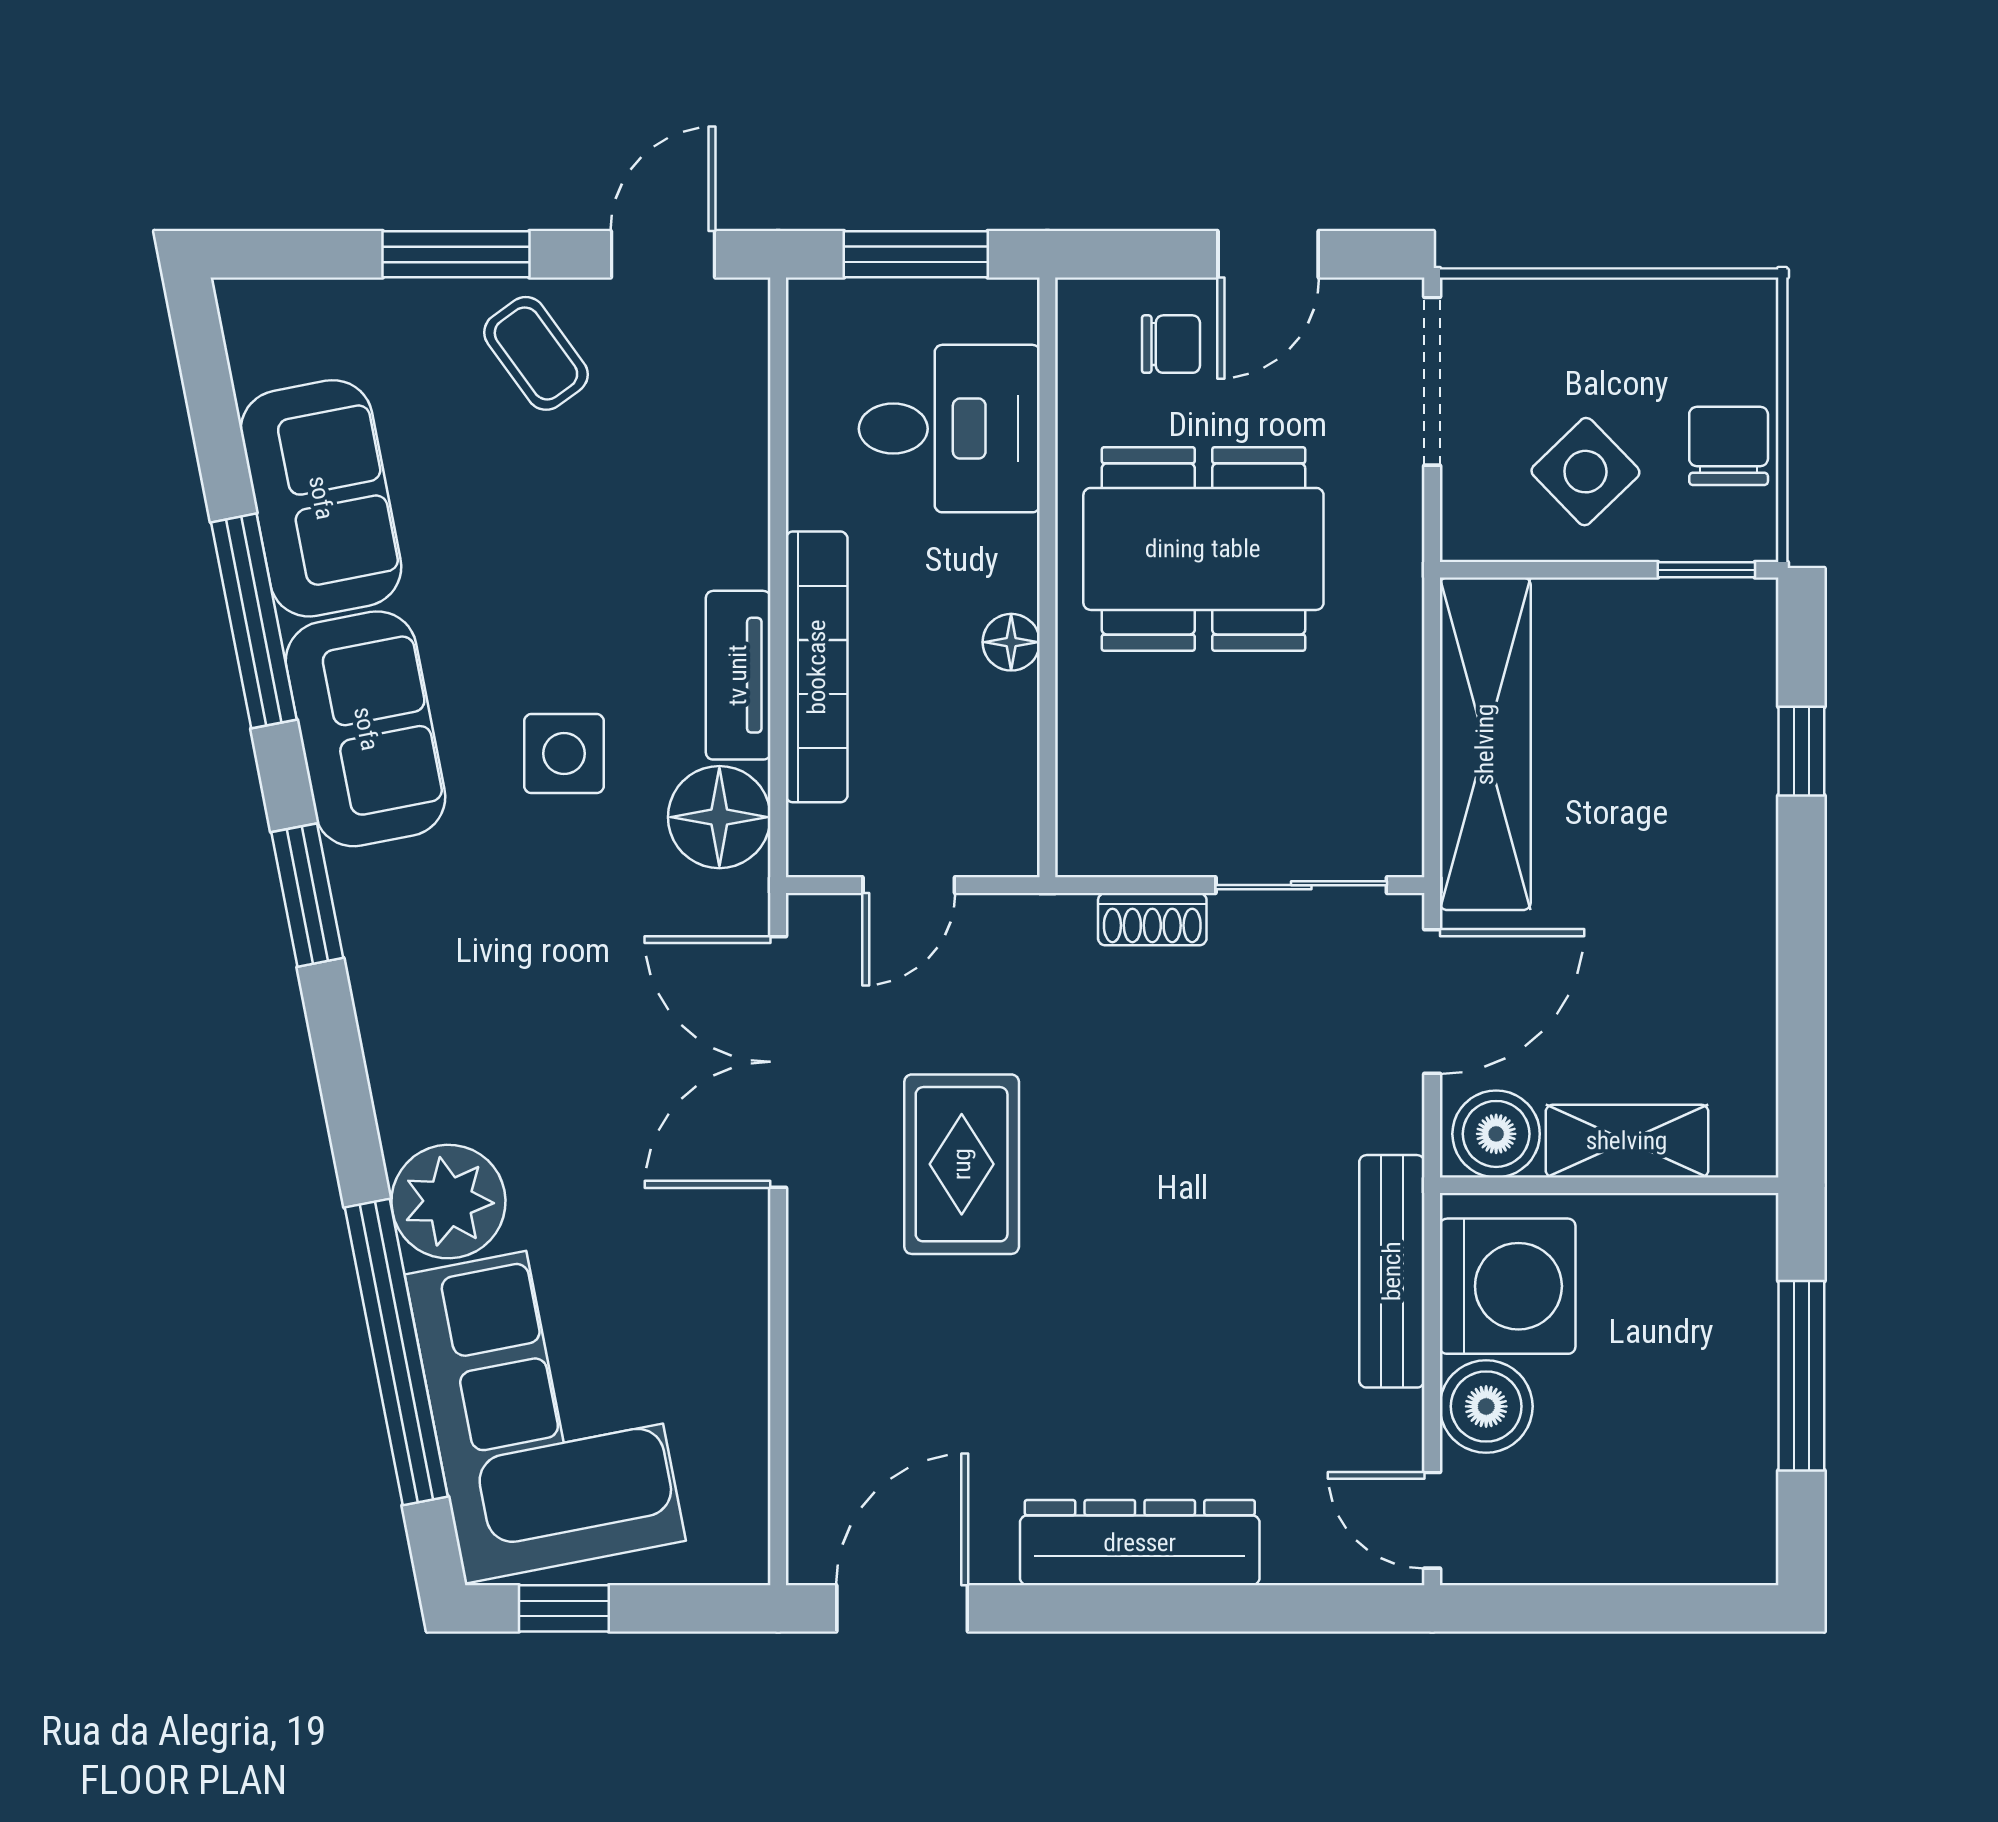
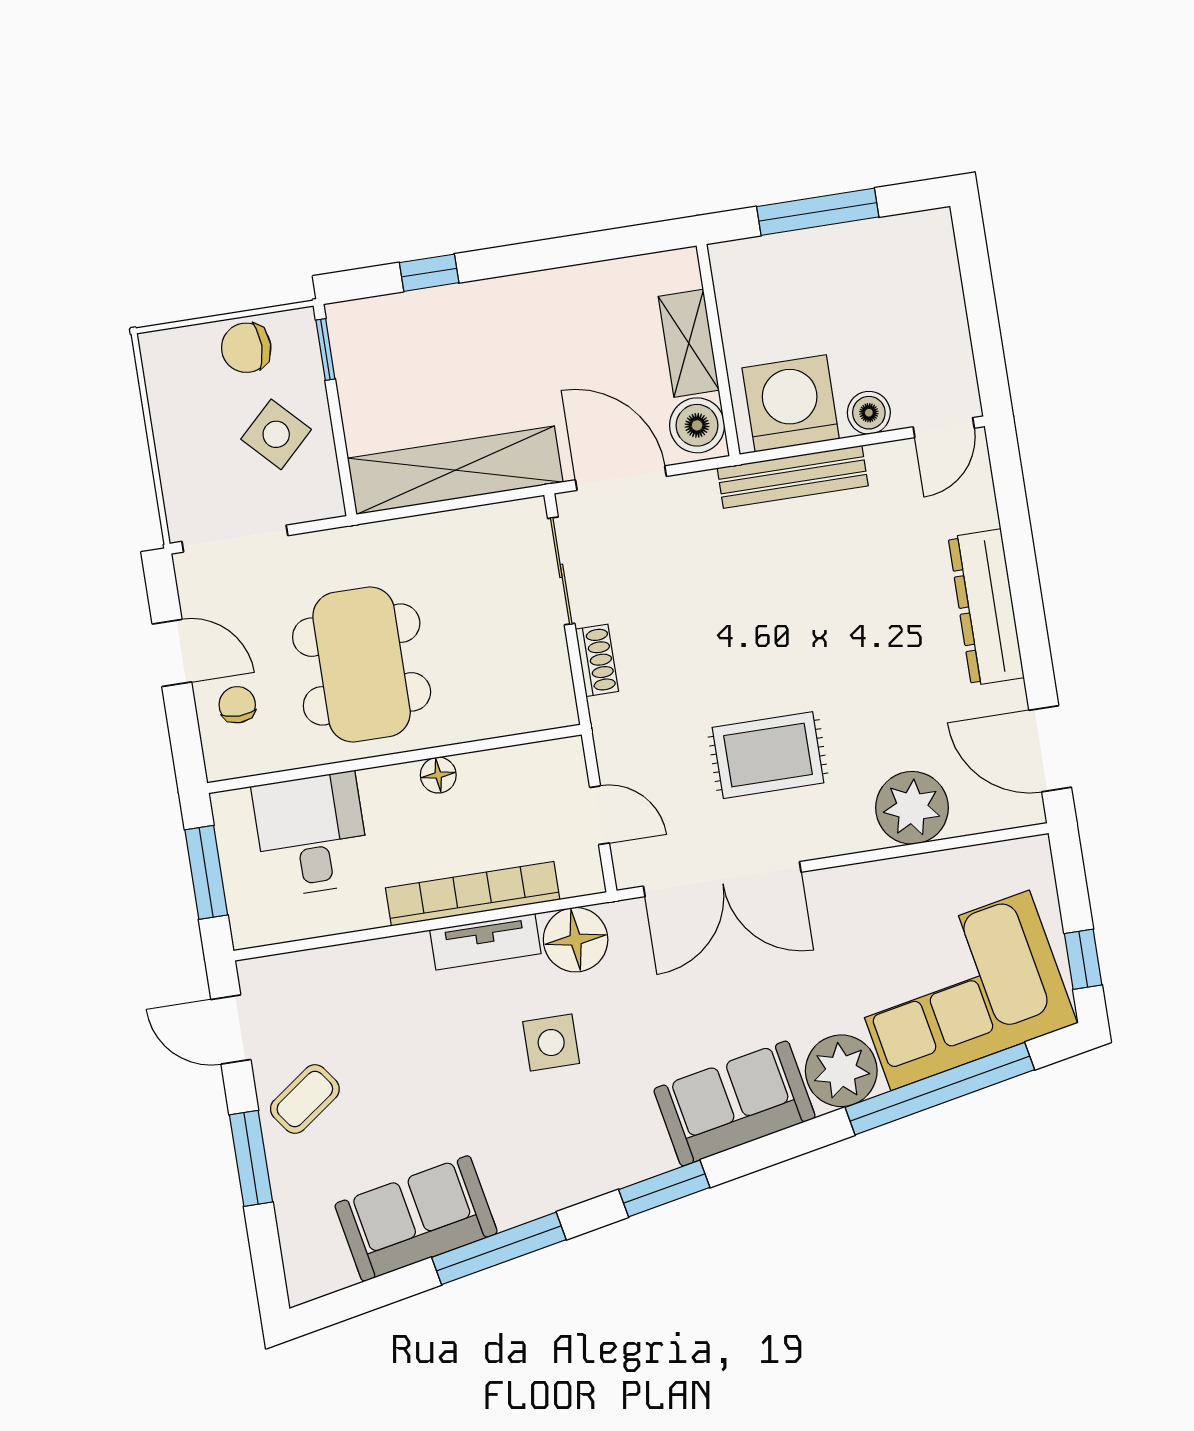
sofa: (366, 729) -> (734, 1103), moved
plant: (844, 1377) -> (912, 808), added
boiler: (1486, 1406) -> (869, 413), width x0.73, depth x0.73

